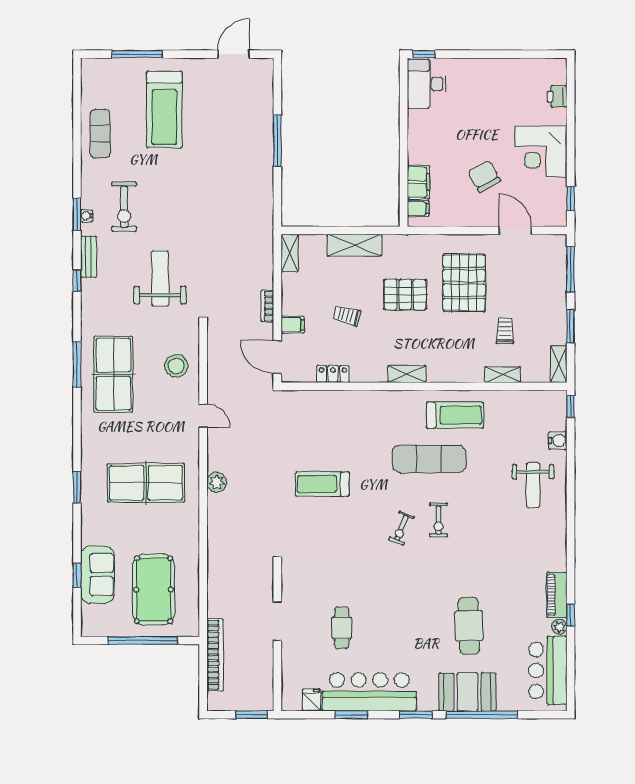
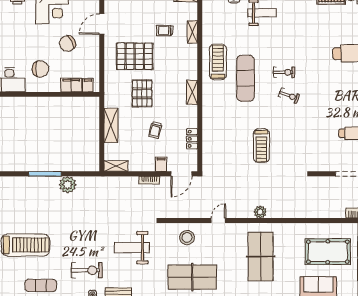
chair: (444, 133) -> (40, 69), added
plant: (260, 176) -> (68, 185), added

